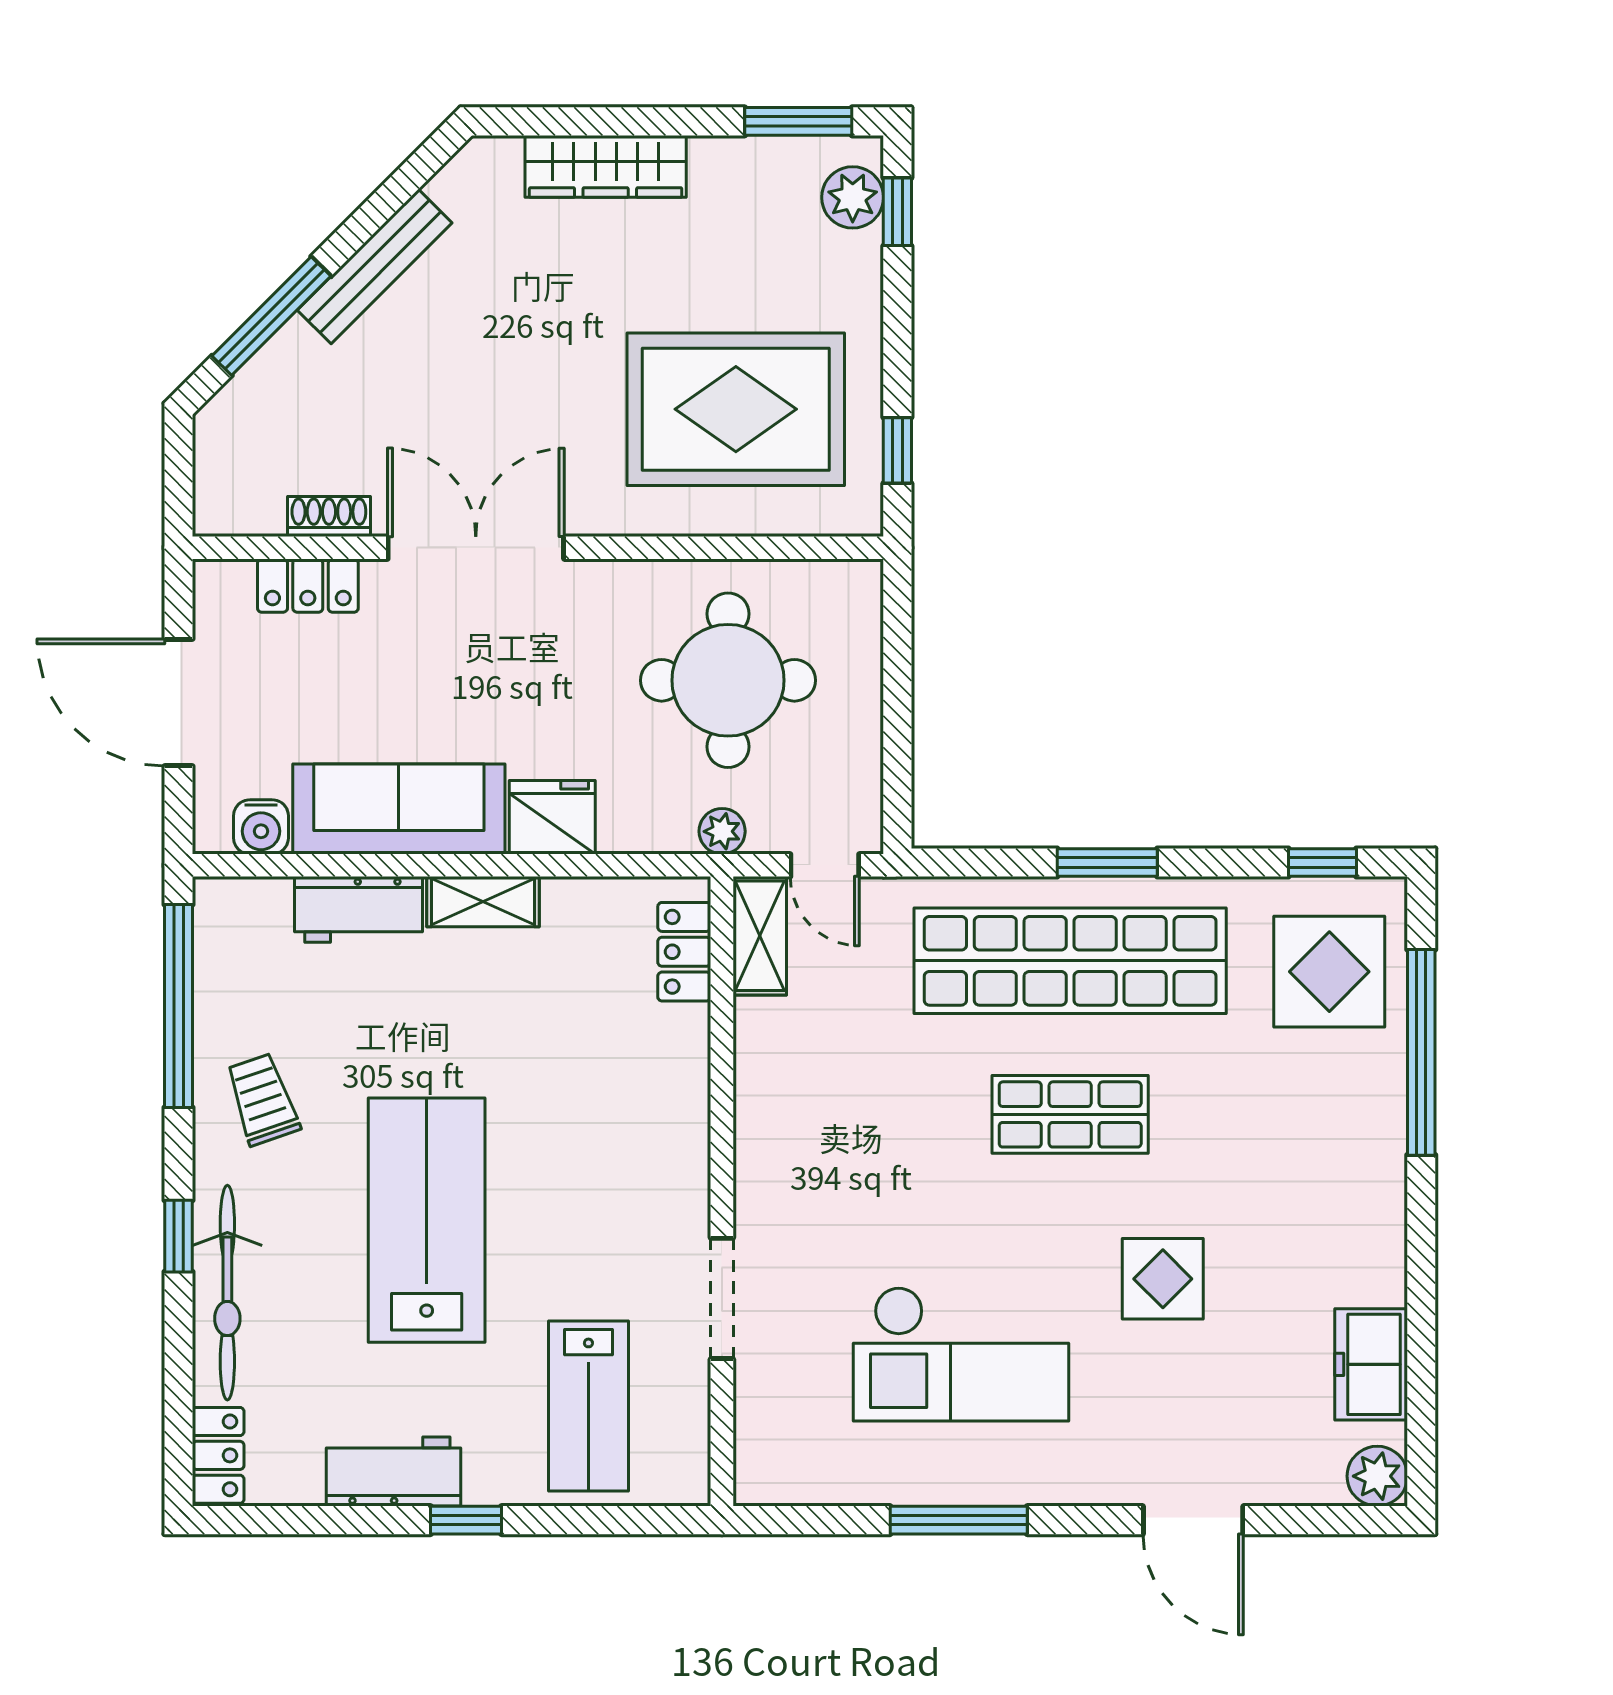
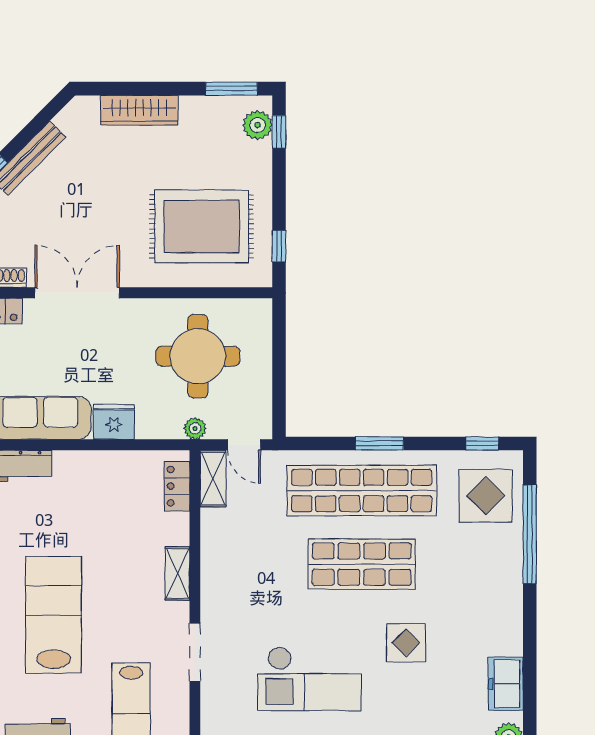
shelving: (483, 902) -> (177, 574), moved, turned 90
shop shelf: (1070, 1114) -> (362, 564), width x1.43, depth x1.36

